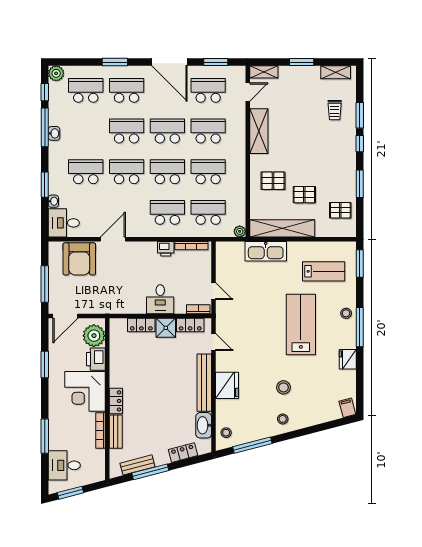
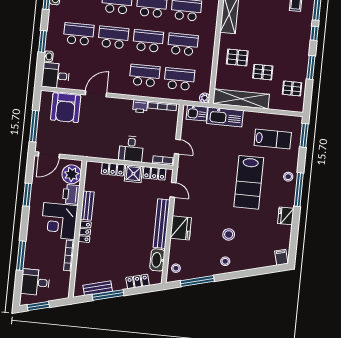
kitchen sink: (232, 250) -> (197, 113), added
lab bench: (301, 324) -> (249, 182), turned 180
bench: (116, 432) -> (87, 206), moved

